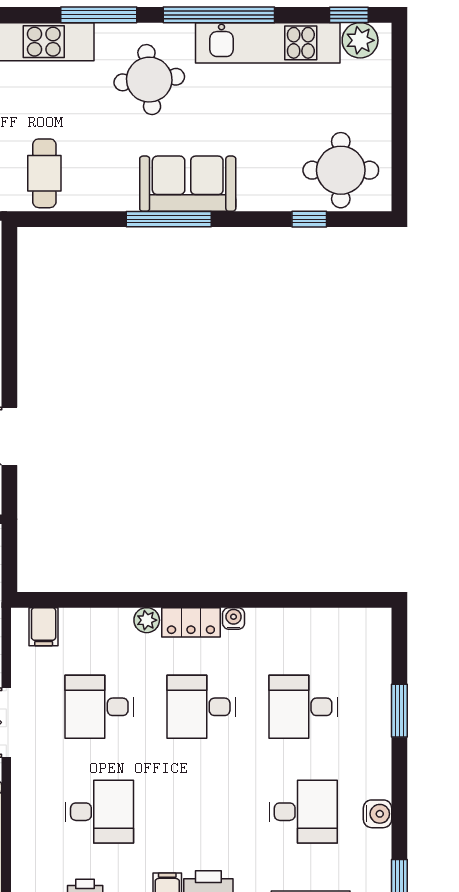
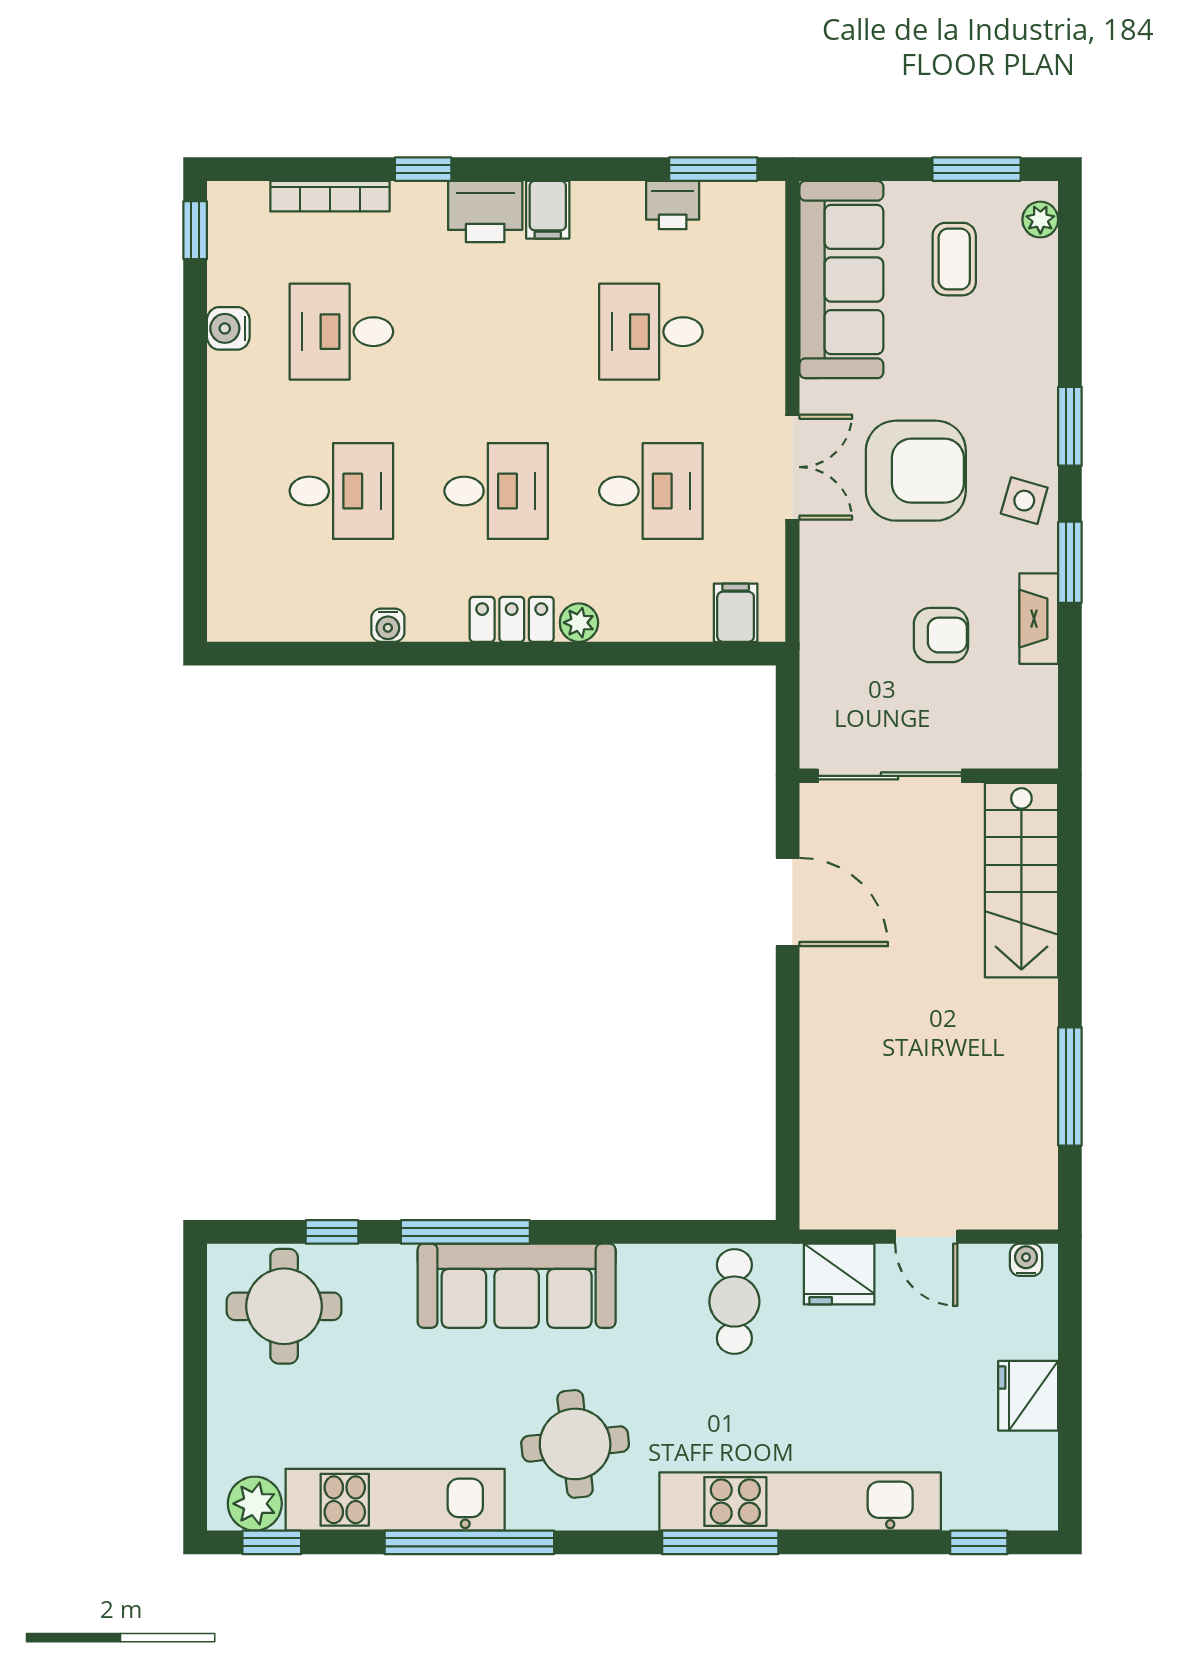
window: (99, 15) -> (720, 1542), moved
sofa: (188, 184) -> (517, 1286), width x1.36
window: (169, 219) -> (465, 1232), moved
water cooler: (234, 618) -> (388, 625), moved
window: (399, 711) -> (195, 485), removed

